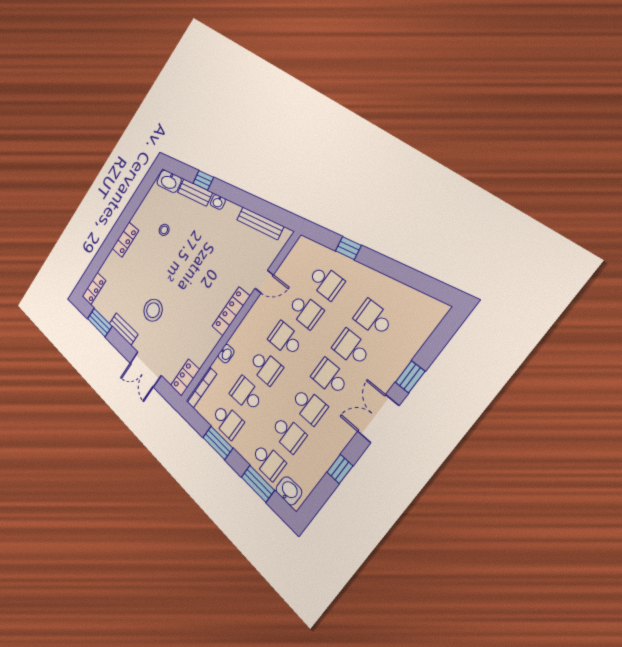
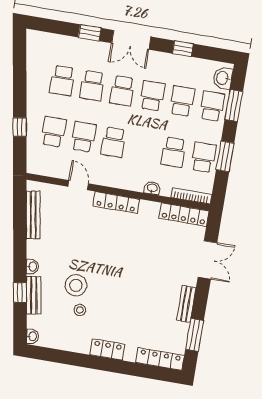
washbasin: (169, 181) -> (32, 336), width x0.52, depth x0.69
locker: (94, 288) -> (160, 359), width x1.53
stool: (153, 310) -> (76, 285), moved
school desk: (266, 367) -> (143, 147), removed
locker: (185, 378) -> (184, 215), width x1.53

